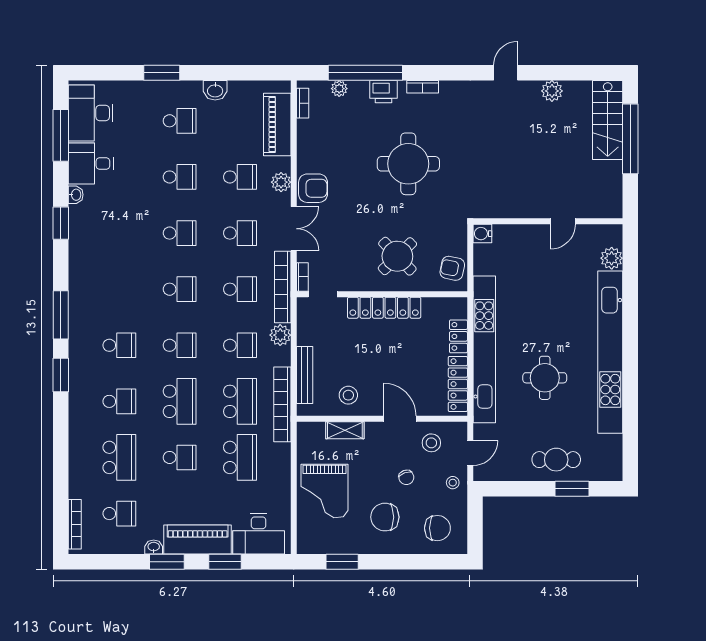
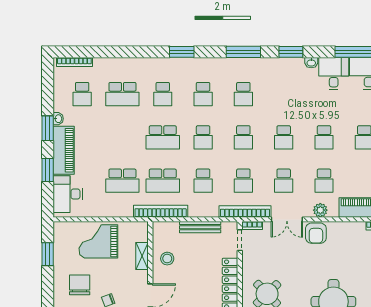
window: (61, 315) -> (243, 52), moved
plant: (280, 335) -> (210, 210), removed
bench: (305, 375) -> (200, 227), moved
school desk: (180, 457) -> (243, 94), moved

